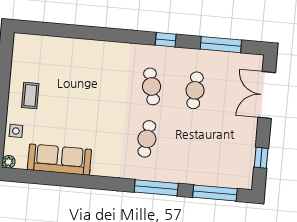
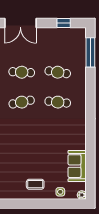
cafe table: (190, 143) -> (58, 72), added
sofa: (59, 160) -> (77, 166), width x0.73
window: (156, 188) -> (90, 93), removed

